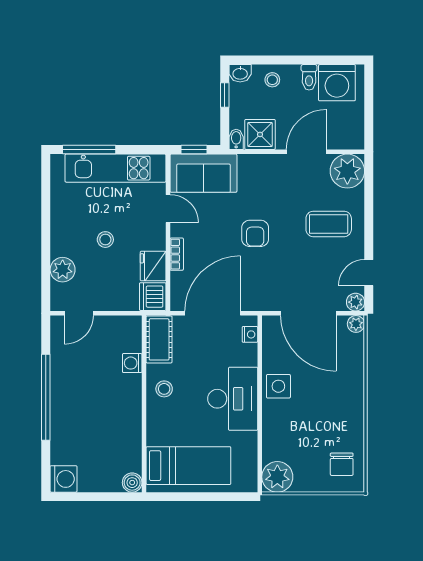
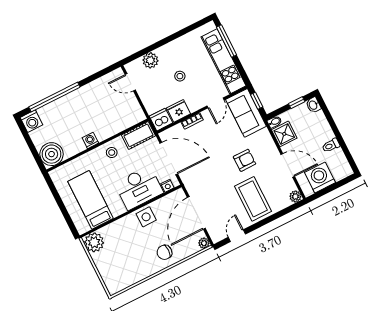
stool: (272, 80) -> (319, 125), removed
washing machine: (337, 83) -> (320, 178), moved, turned 90
plant: (347, 171) -> (295, 197), width x0.53, depth x0.53
coffee table: (329, 224) -> (253, 199), width x1.36, depth x1.32
armchair: (255, 233) -> (244, 160), moved, turned 180
door: (369, 273) -> (237, 236), hinge flipped
plant: (355, 302) -> (216, 237), removed
washing machine: (132, 363) -> (90, 140), moved
window: (46, 397) -> (54, 97), moved
desk: (233, 399) -> (139, 188), moved
chair: (342, 464) -> (165, 252), moved
bed: (188, 466) -> (91, 200), moved, turned 180
boiler: (132, 483) -> (52, 154), width x1.86, depth x1.86

